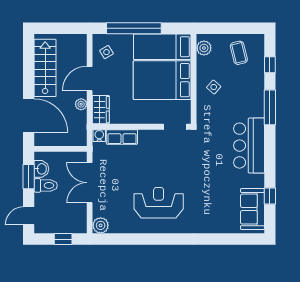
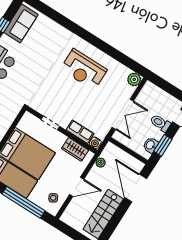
plant: (81, 104) -> (101, 163), moved
wardrobe: (101, 110) -> (75, 149), moved, turned -90
doorway: (175, 127) -> (50, 123), moved
toilet: (46, 185) -> (160, 123), moved
window: (63, 239) -> (166, 86), removed

